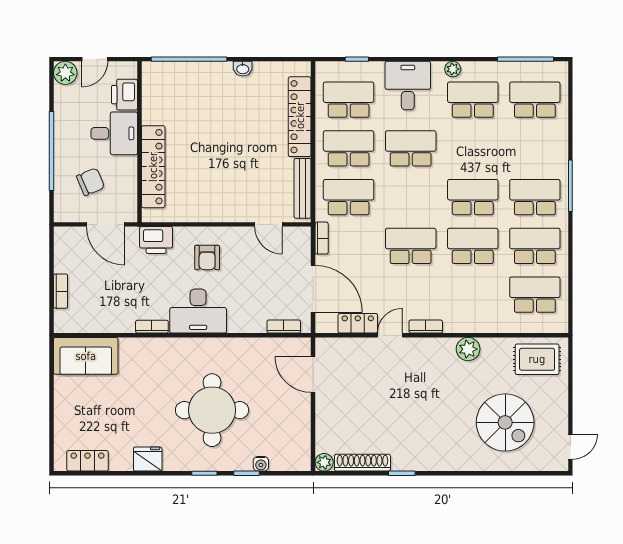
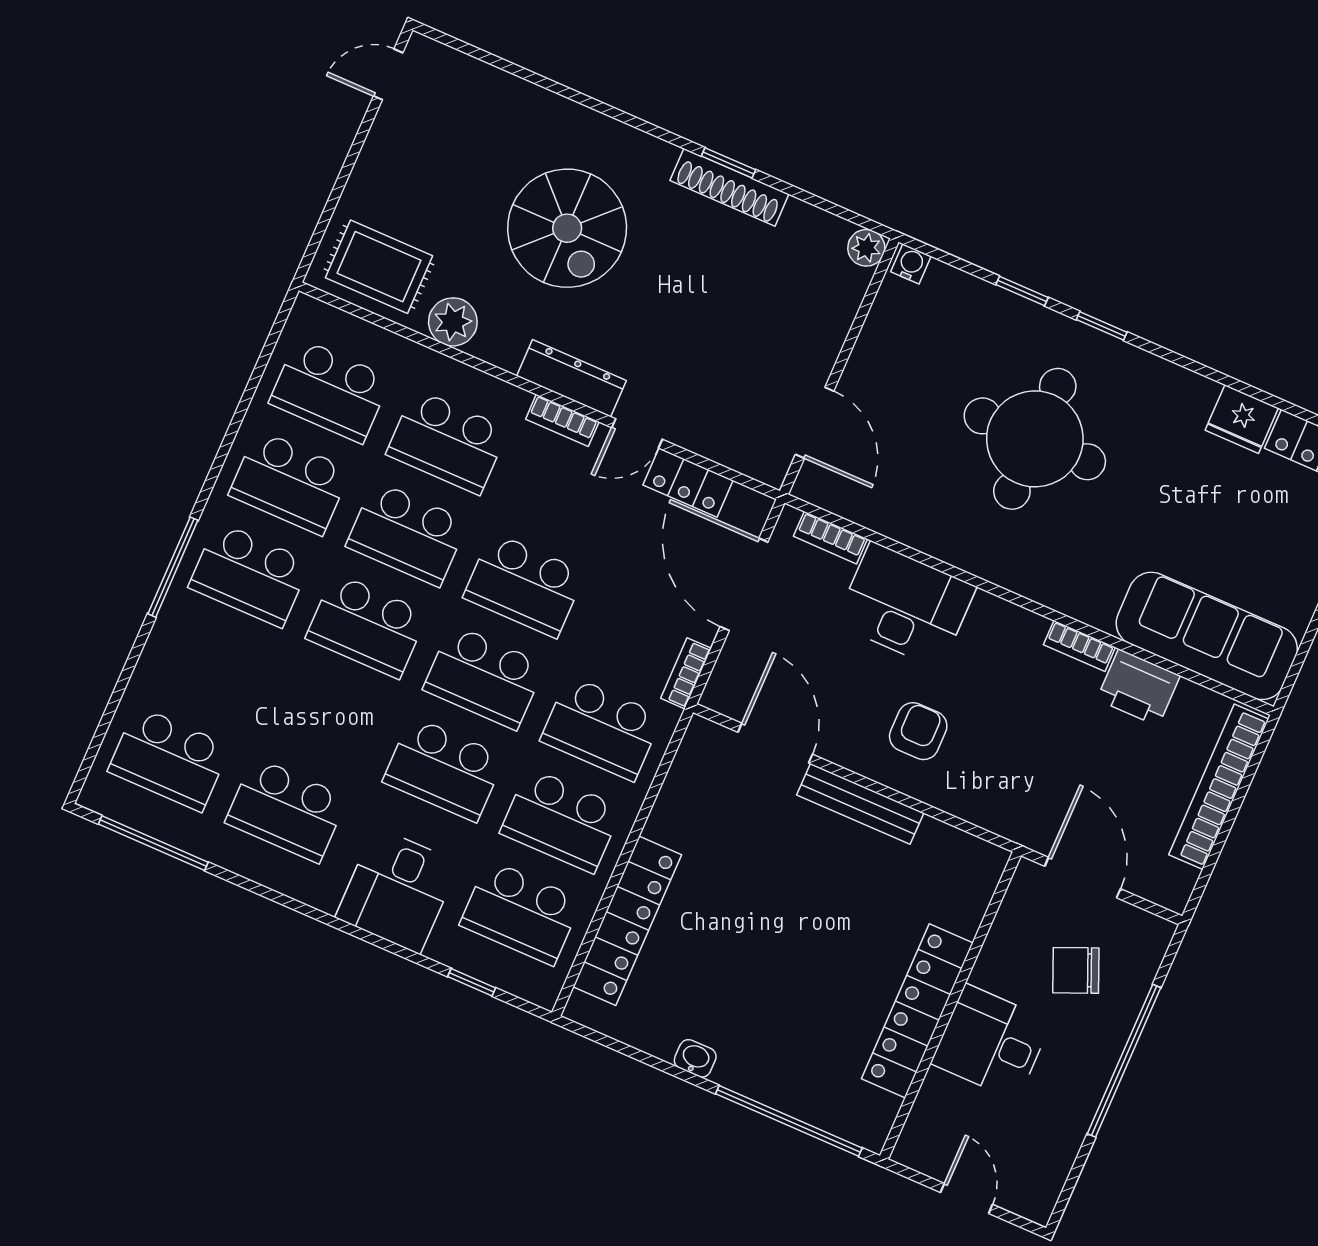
door: (95, 59) -> (967, 1198), hinge flipped
plant: (453, 69) -> (299, 884), removed
plant: (65, 73) -> (1034, 1197), removed
printer: (124, 95) -> (940, 1107), removed
locker: (153, 167) -> (917, 1011), moved
bench: (303, 188) -> (860, 804), moved, turned 90
school desk: (411, 197) -> (484, 677), added
door: (268, 224) -> (775, 743), width x1.38
printer: (156, 240) -> (1138, 688), moved, turned 180
bookcase: (61, 291) -> (1219, 787), width x2.31, depth x1.31
school desk: (473, 295) -> (447, 442), added
desk: (198, 311) -> (906, 605), moved
dresser: (430, 347) -> (572, 378), added
plant: (468, 349) -> (453, 322), moved
sofa: (86, 356) -> (1207, 636), width x1.36
spiral stairs: (505, 422) -> (567, 228), moved, turned 180
fridge: (148, 459) -> (1242, 419), moved
shoe rack: (362, 463) -> (729, 187), moved
water cooler: (261, 464) -> (911, 264), moved

